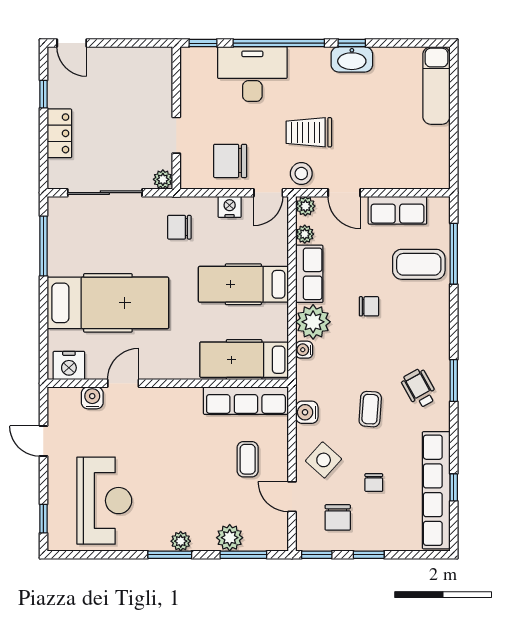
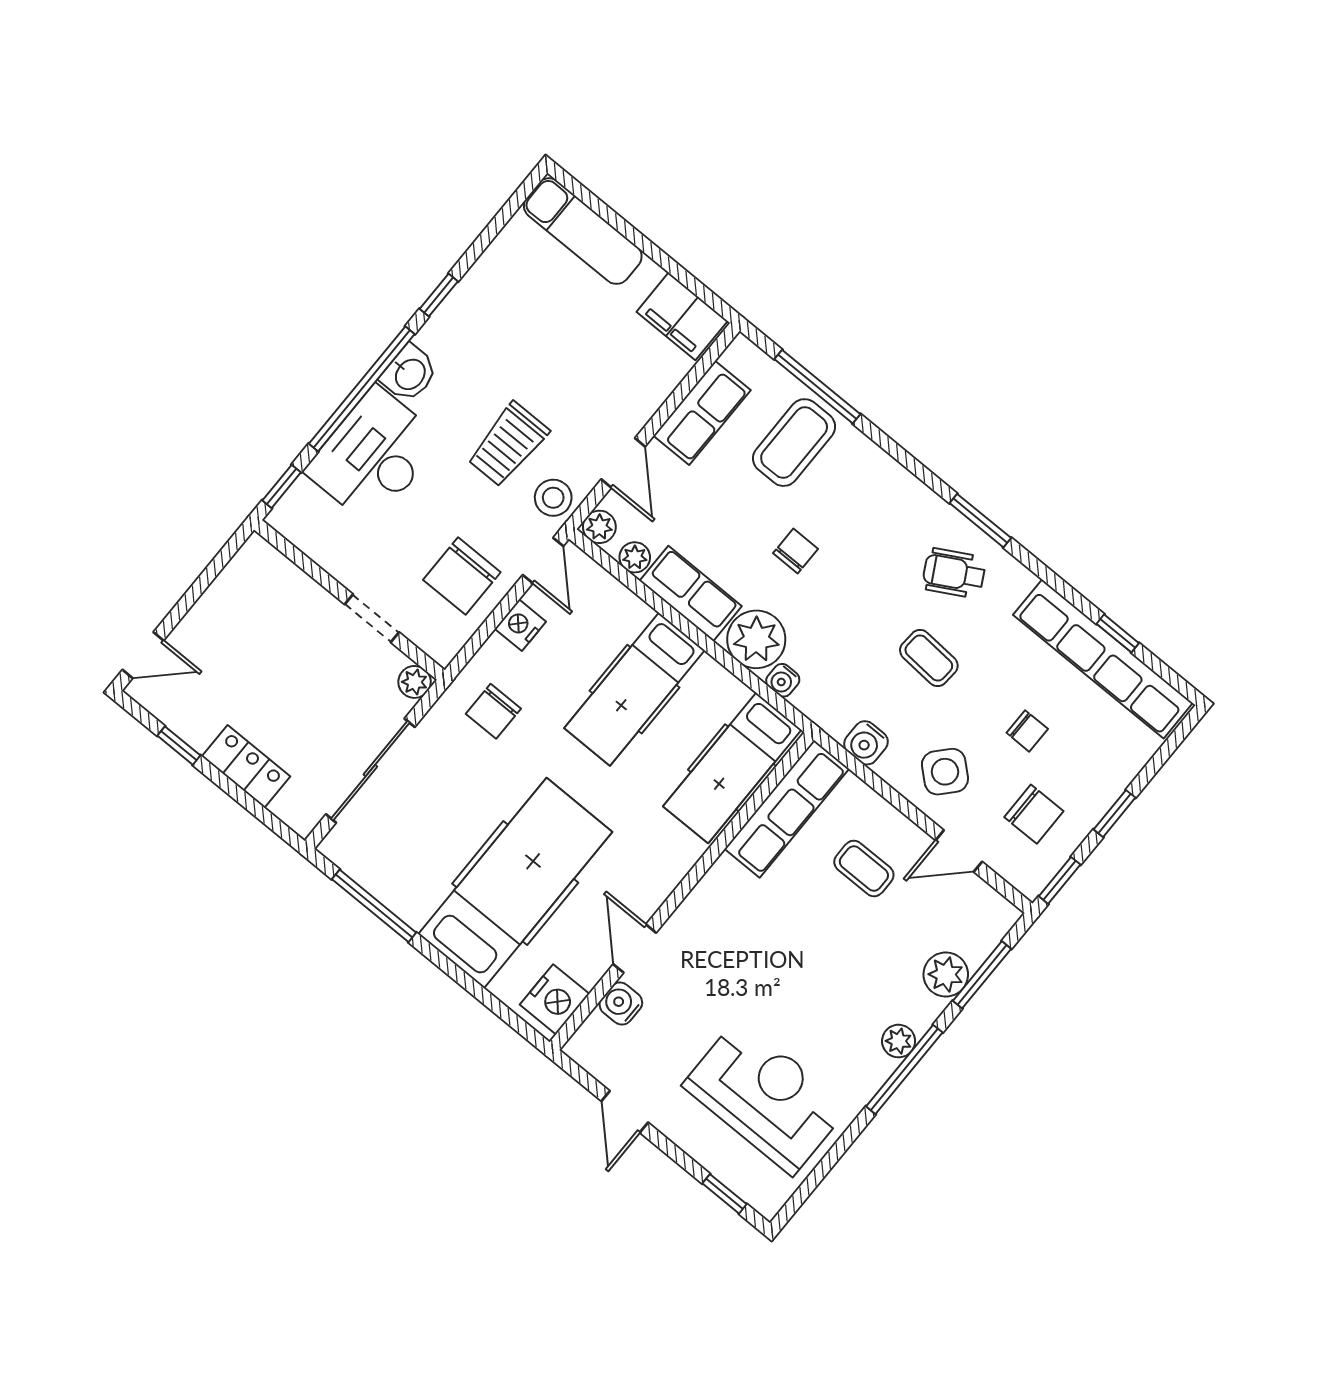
washbasin: (352, 59) -> (409, 374), moved, width x0.72
filing cabinet: (435, 164) -> (682, 316), added
door: (344, 193) -> (623, 463), hinge flipped
door: (43, 441) -> (625, 1112), hinge flipped
window: (170, 555) -> (904, 1069), width x1.44

